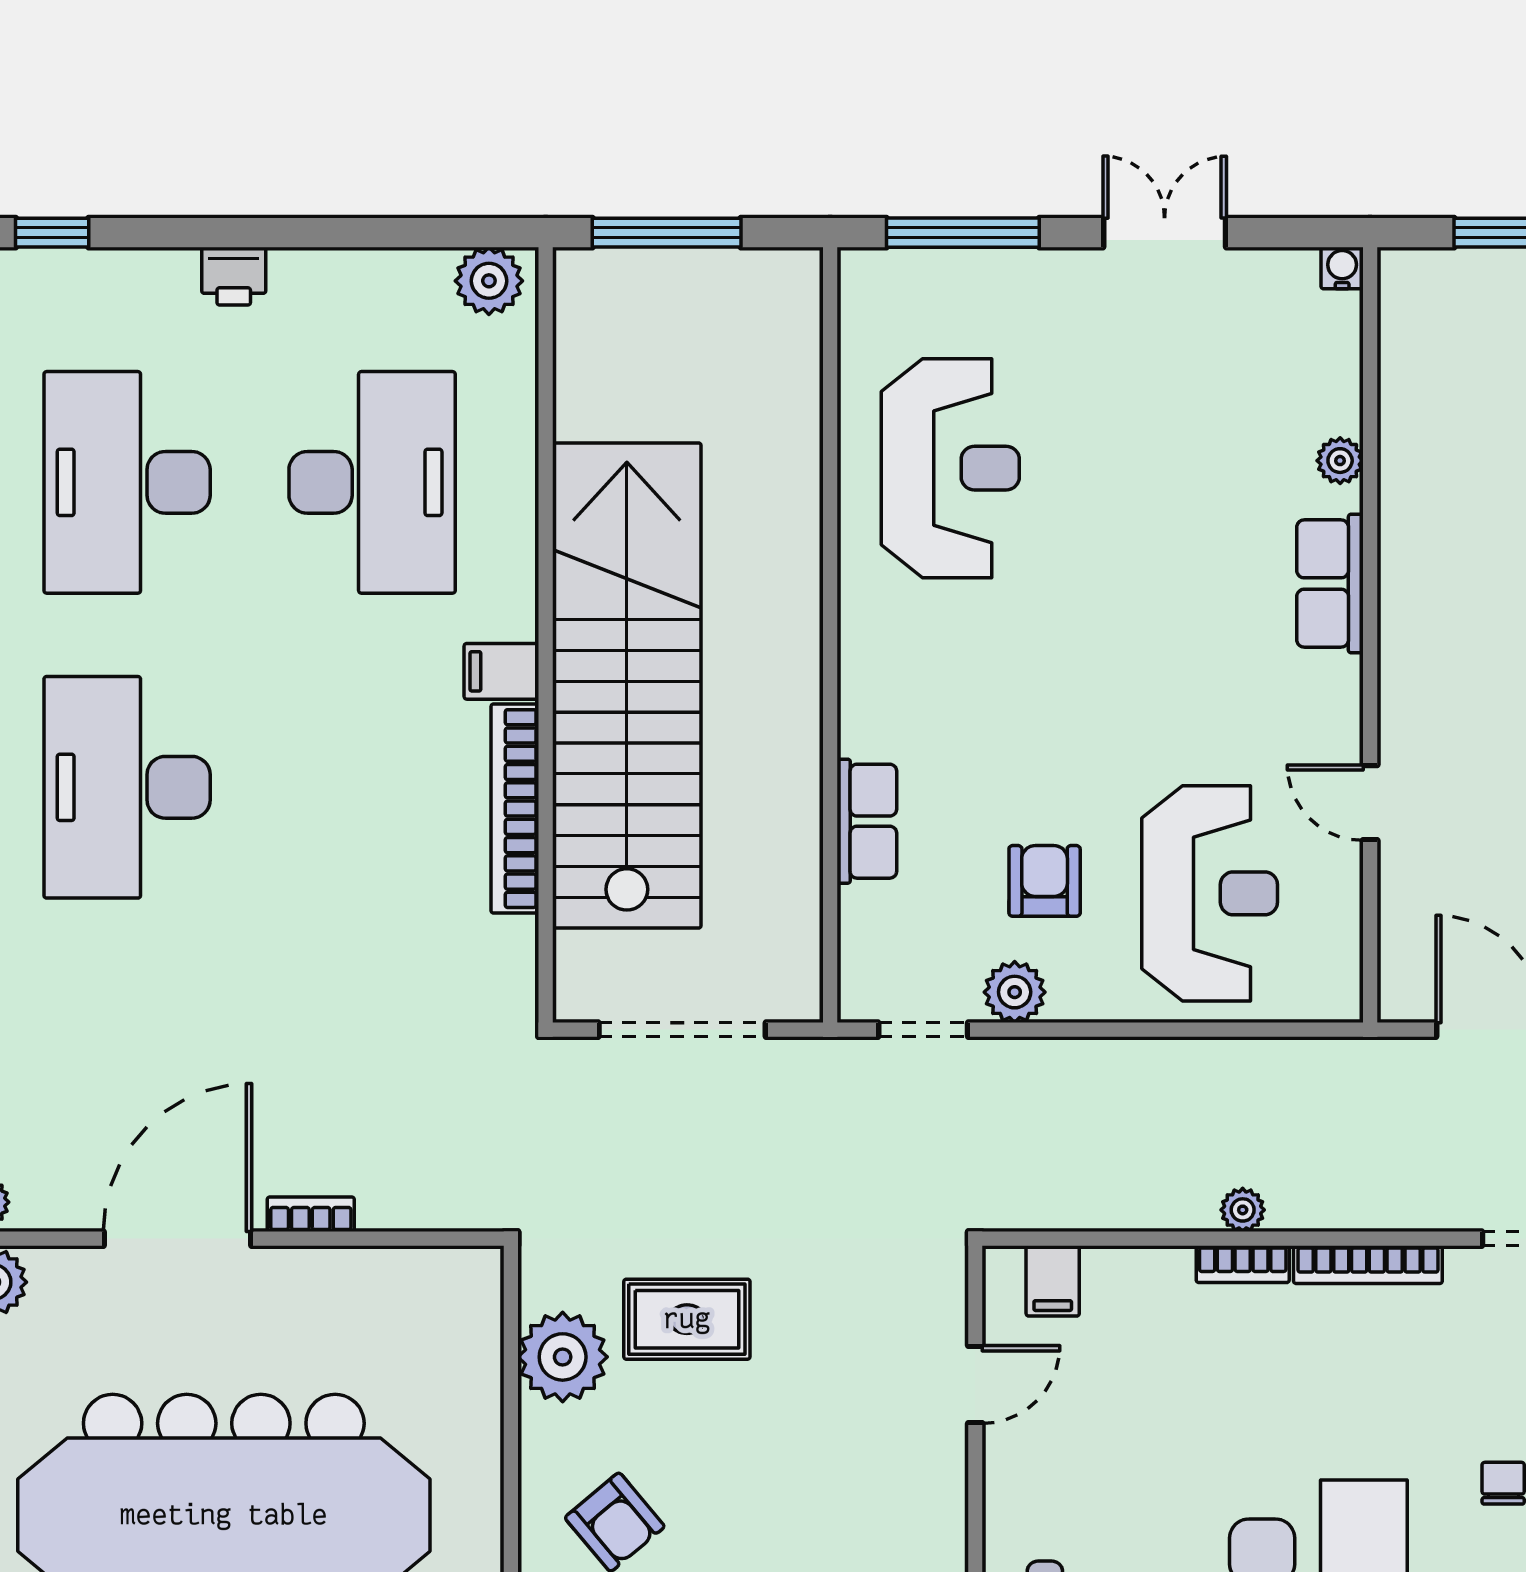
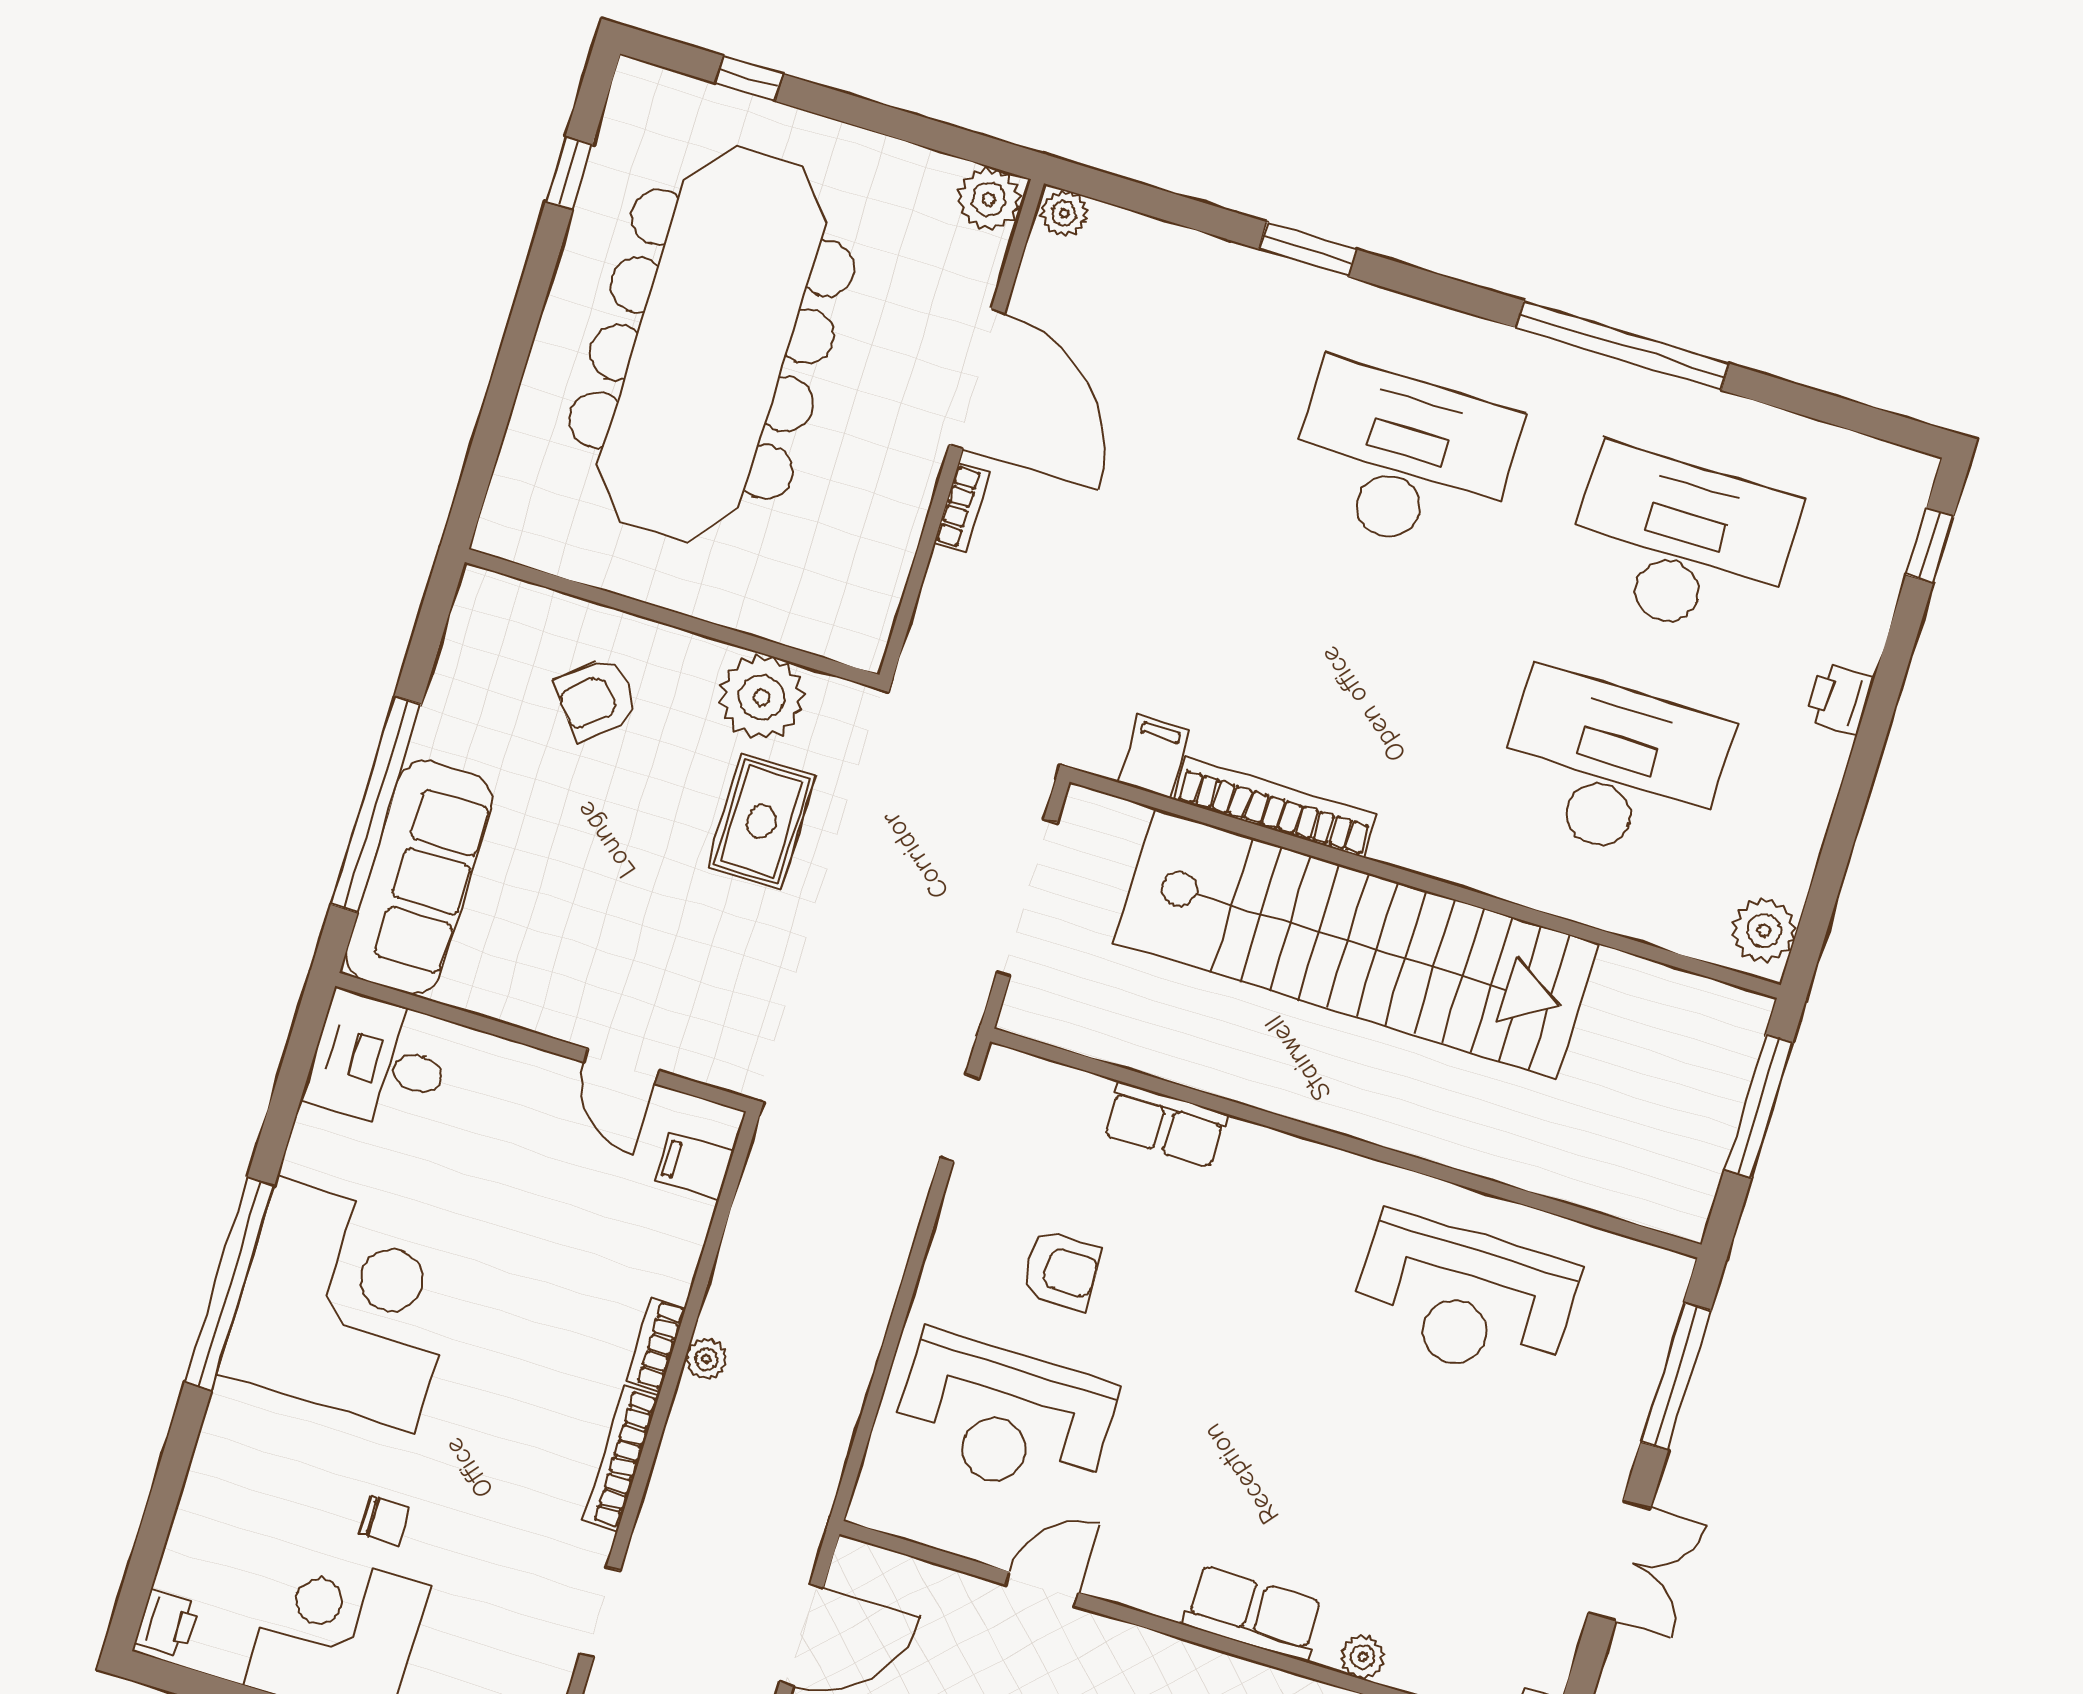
desk: (372, 482) -> (1613, 768), turned 180
filing cabinet: (501, 671) -> (1154, 756), moved
plant: (1015, 992) -> (968, 1212), removed

